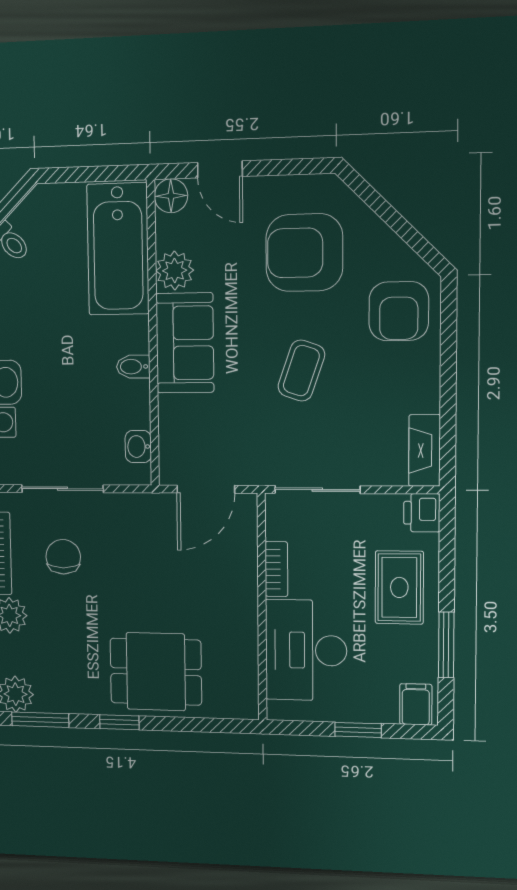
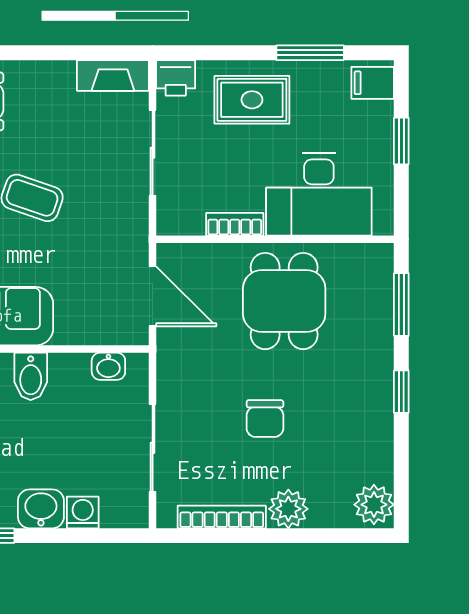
bidet: (133, 367) -> (31, 376), width x1.38, depth x1.36
sliding door: (317, 490) -> (153, 153), moved
chair: (63, 557) -> (265, 419), moved, turned -90
dining table: (156, 672) -> (284, 301), moved
window: (40, 720) -> (401, 305), moved

